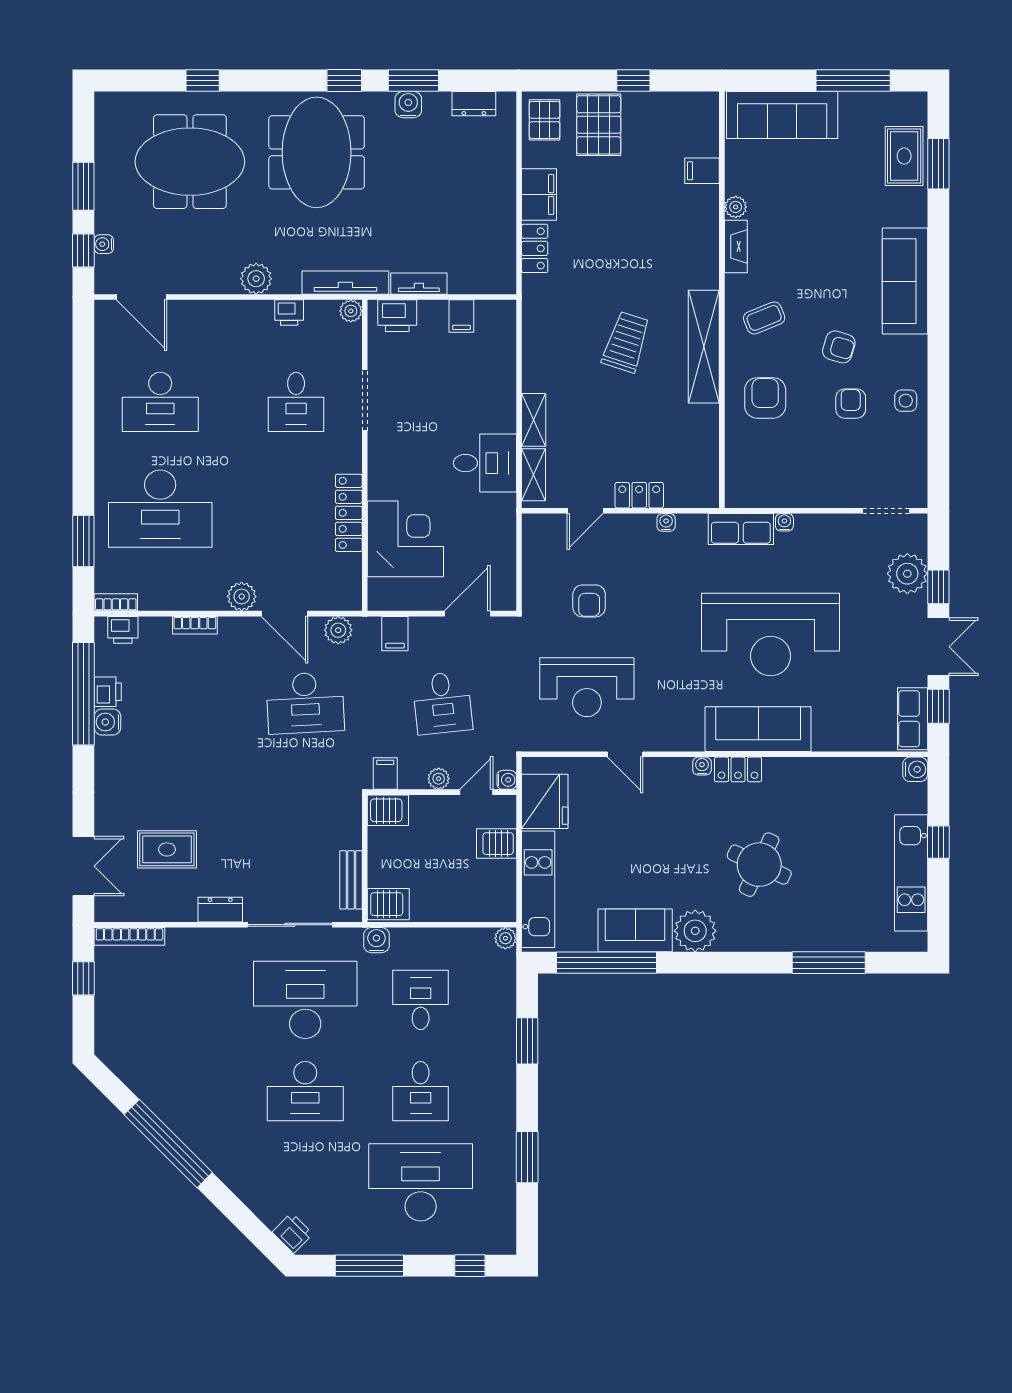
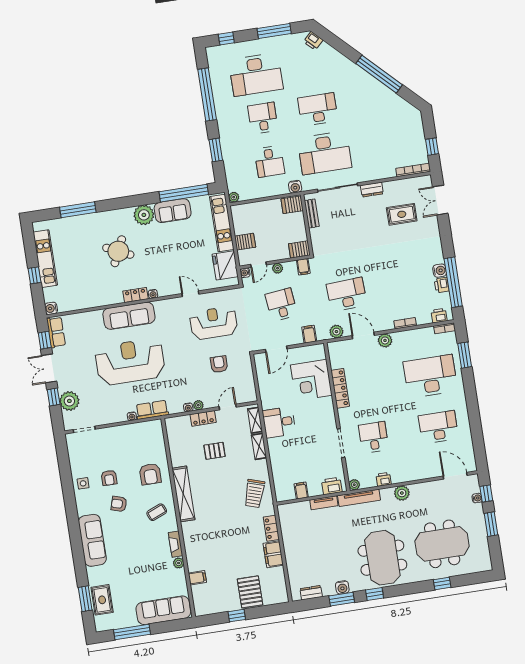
pallet: (545, 120) -> (215, 451), moved, turned 90
trolley: (626, 342) -> (254, 494), moved
plant: (645, 524) -> (198, 405), added
window: (527, 1157) -> (207, 95), width x2.11

